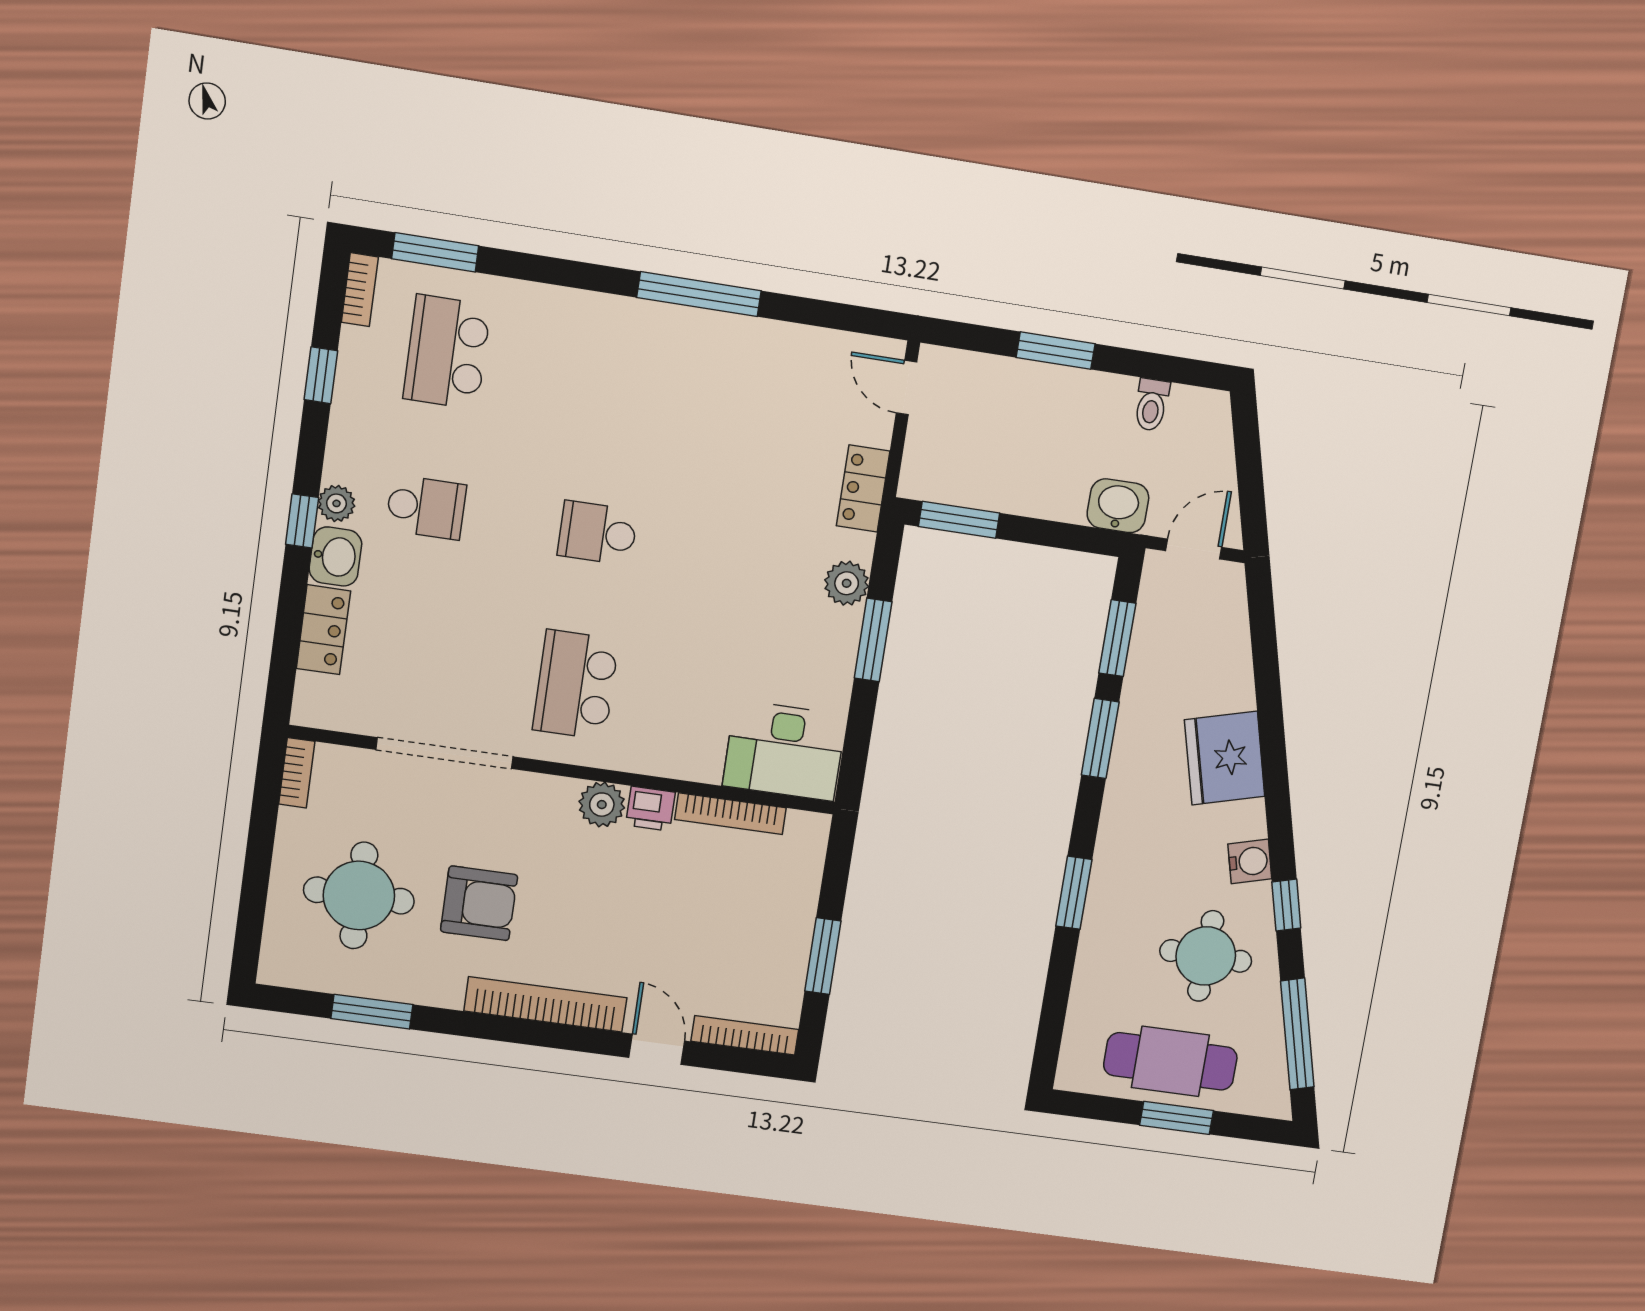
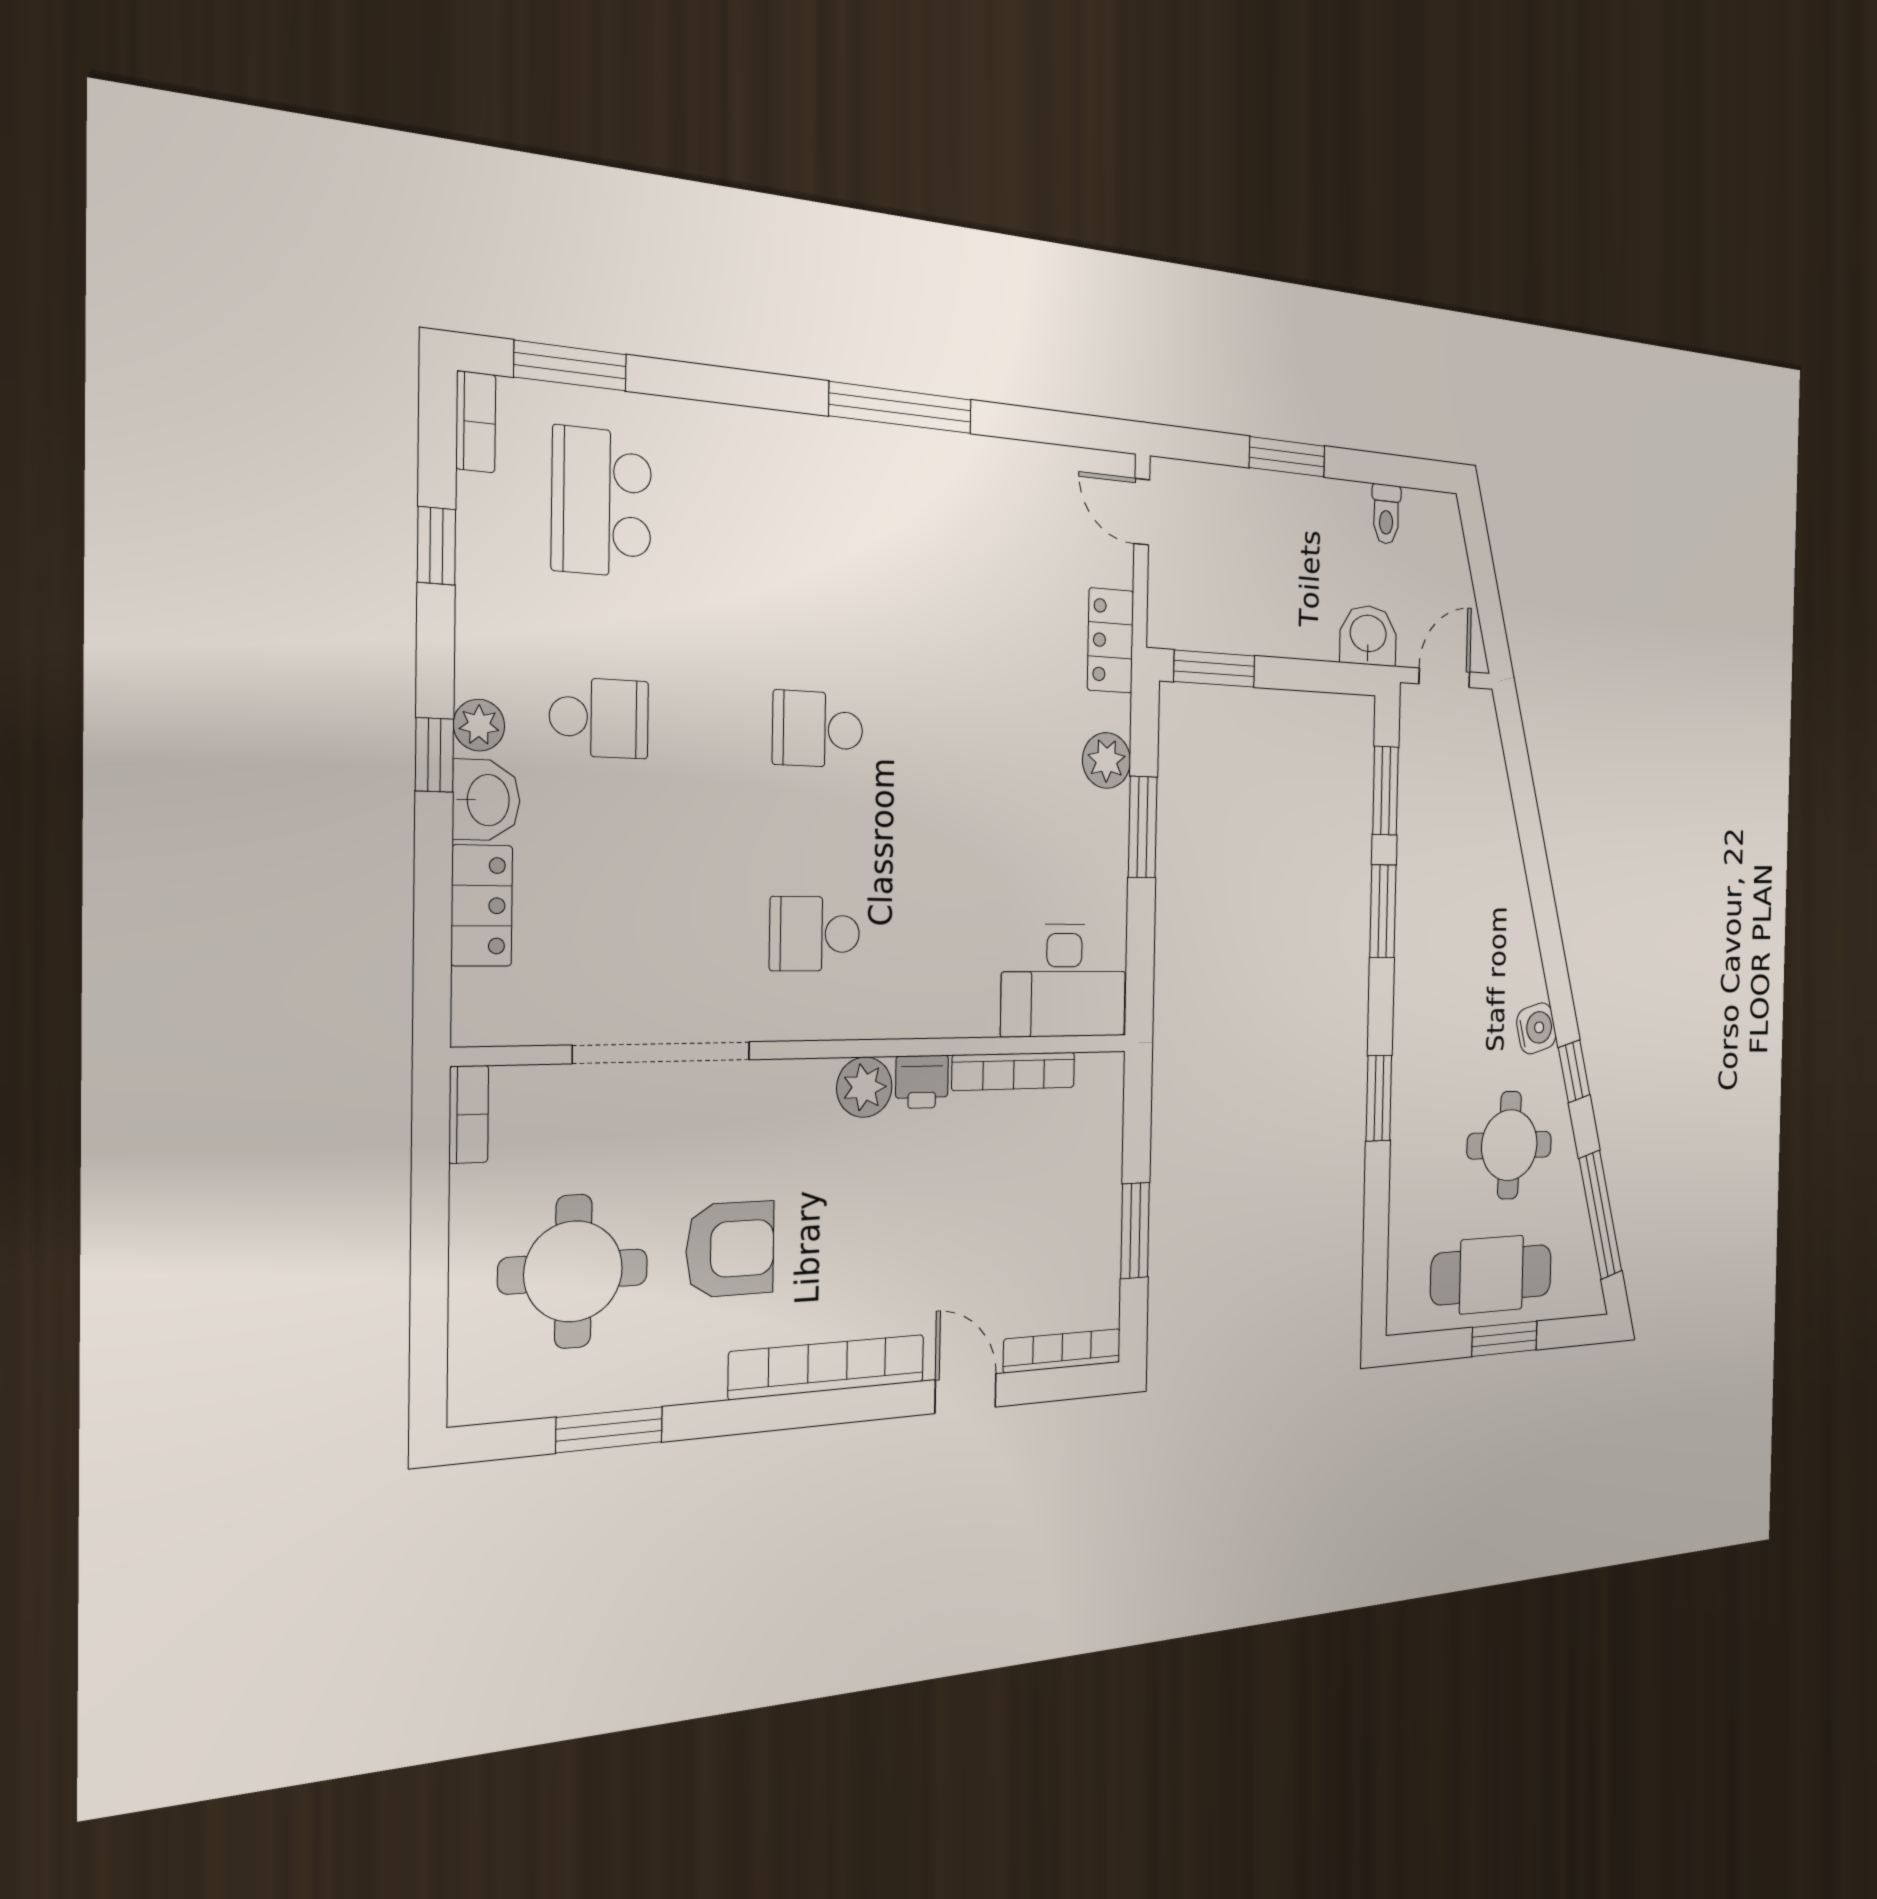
school desk: (576, 685) -> (815, 934), width x0.54
fridge: (1225, 758) -> (1500, 914), removed

